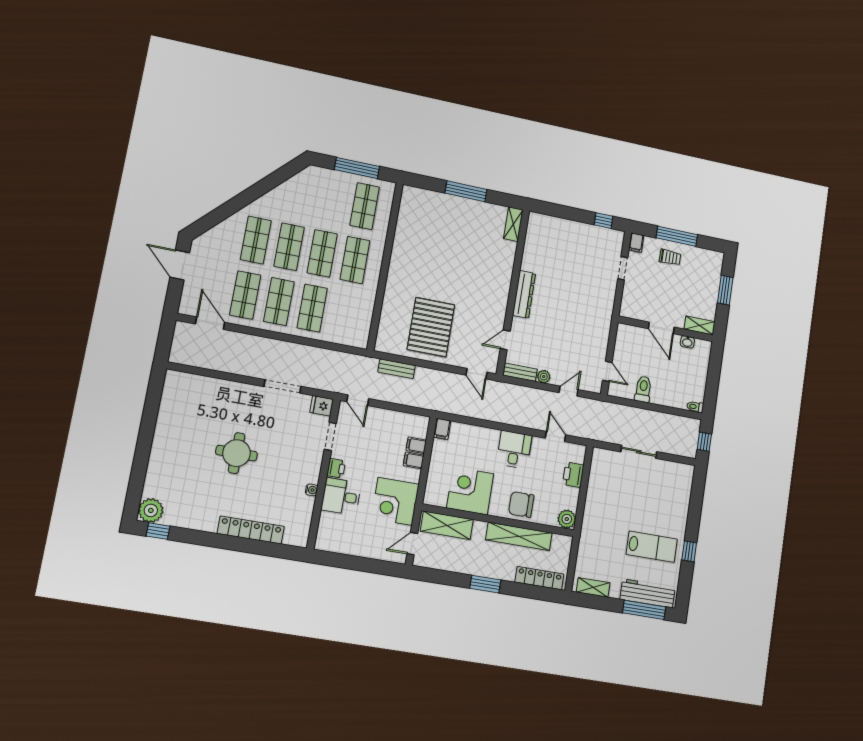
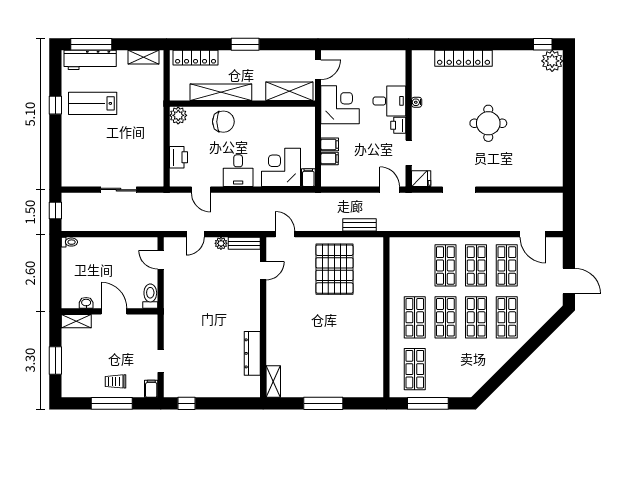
dresser: (524, 294) -> (252, 353), moved
toilet: (643, 389) -> (150, 296), moved, turned 180
corner desk: (470, 491) -> (281, 167), moved, turned 180

